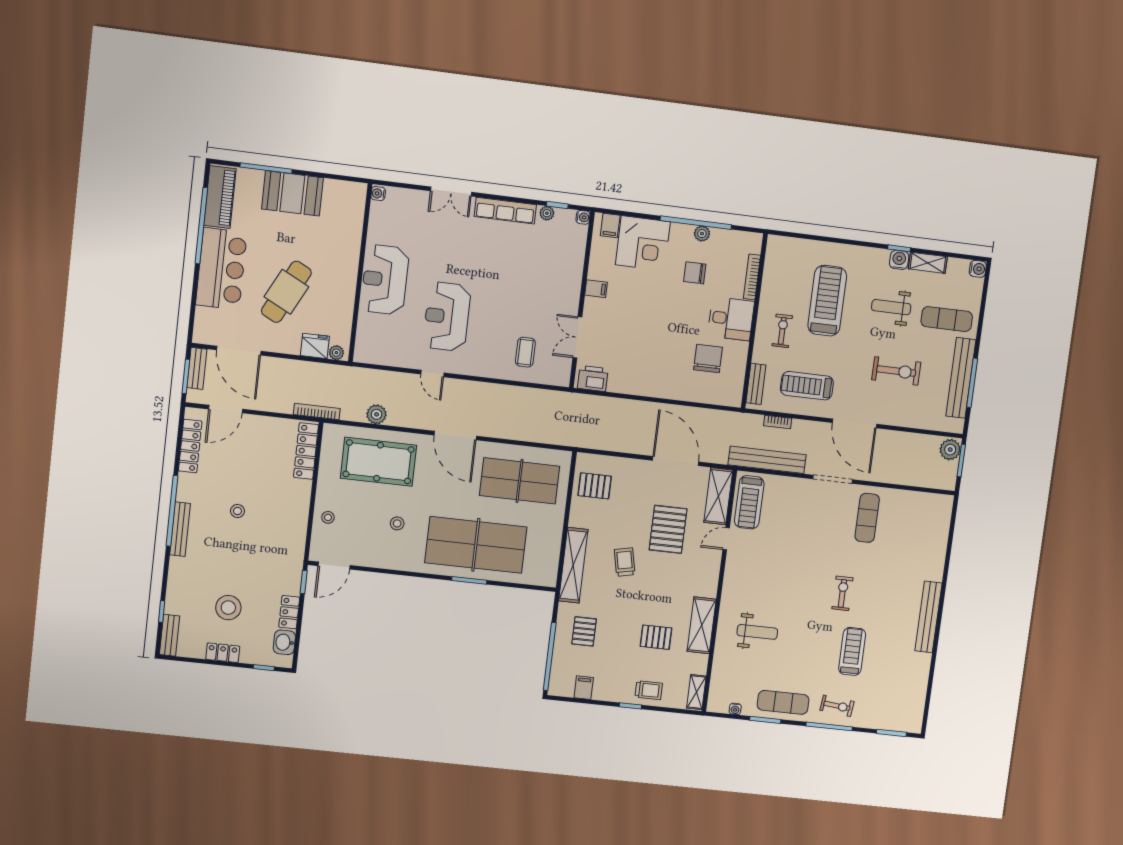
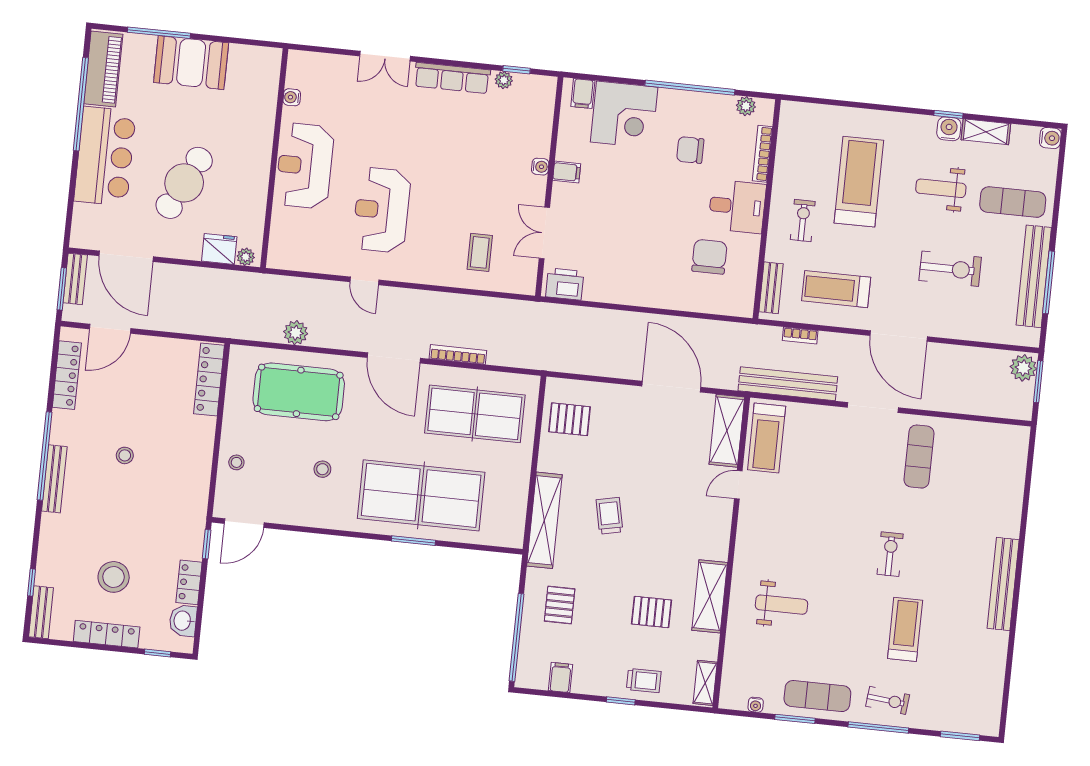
water cooler: (378, 194) -> (292, 97), moved
water cooler: (583, 217) -> (540, 167), moved
plant: (702, 234) -> (746, 106), moved
bookcase: (317, 412) -> (458, 355), moved
pallet: (668, 529) -> (664, 474), removed
locker: (223, 653) -> (107, 634), width x1.53

